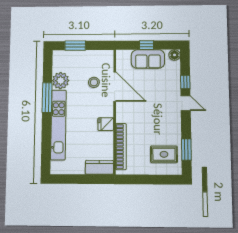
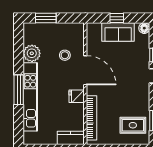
door: (115, 87) -> (85, 70), moved
window: (47, 98) -> (19, 90), moved

